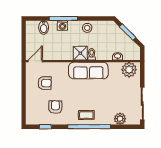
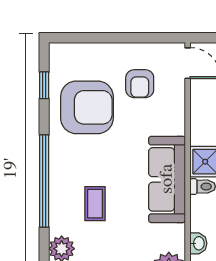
armchair: (55, 107) -> (87, 107), width x1.88, depth x1.88
coffee table: (86, 115) -> (95, 204), moved

